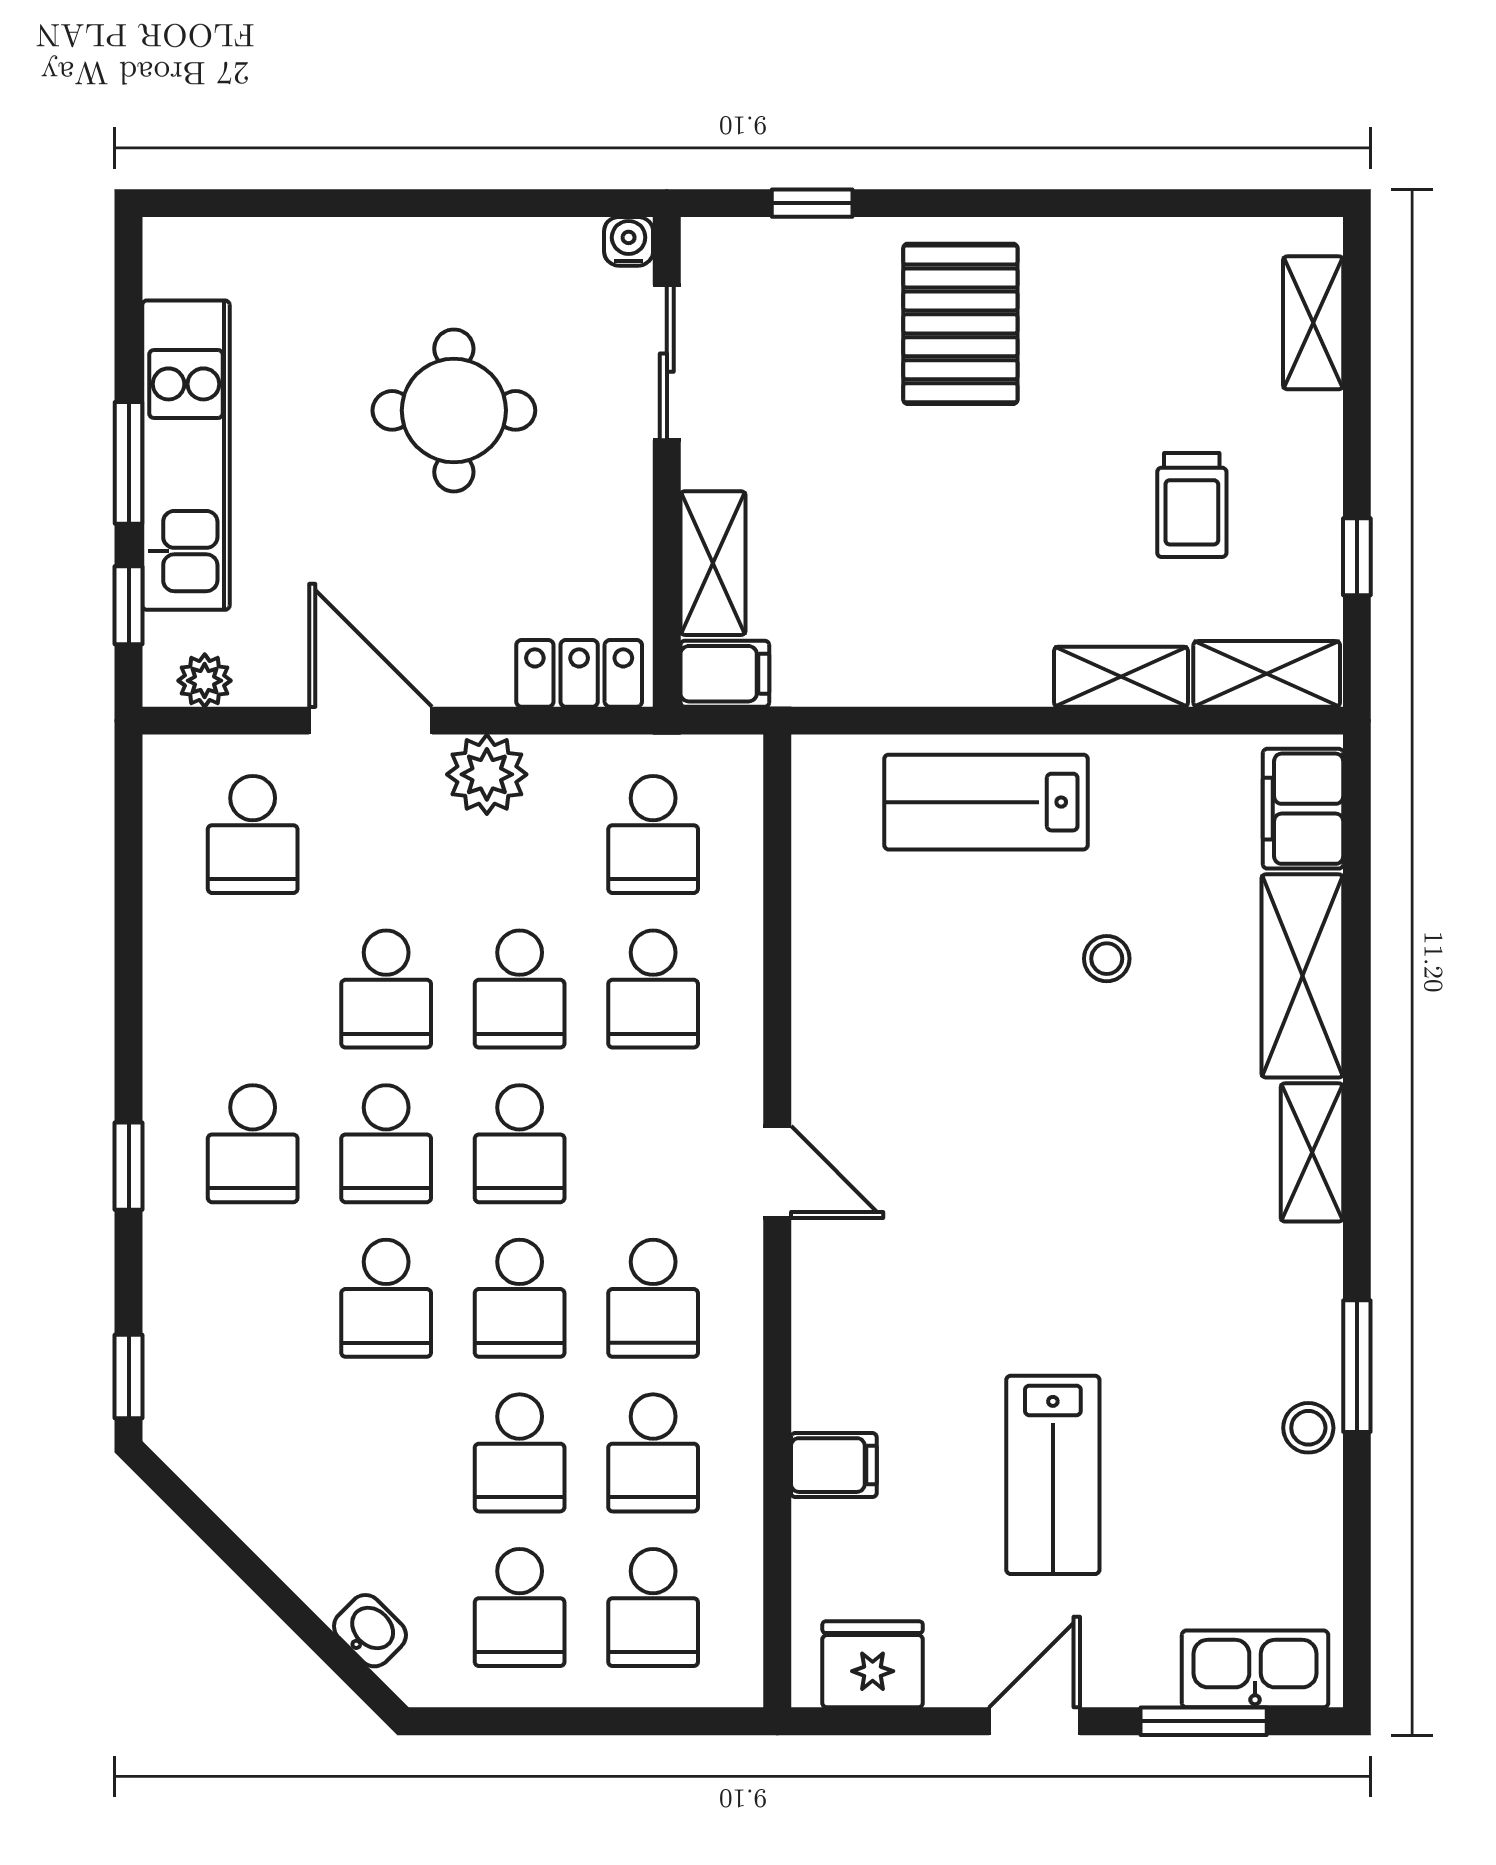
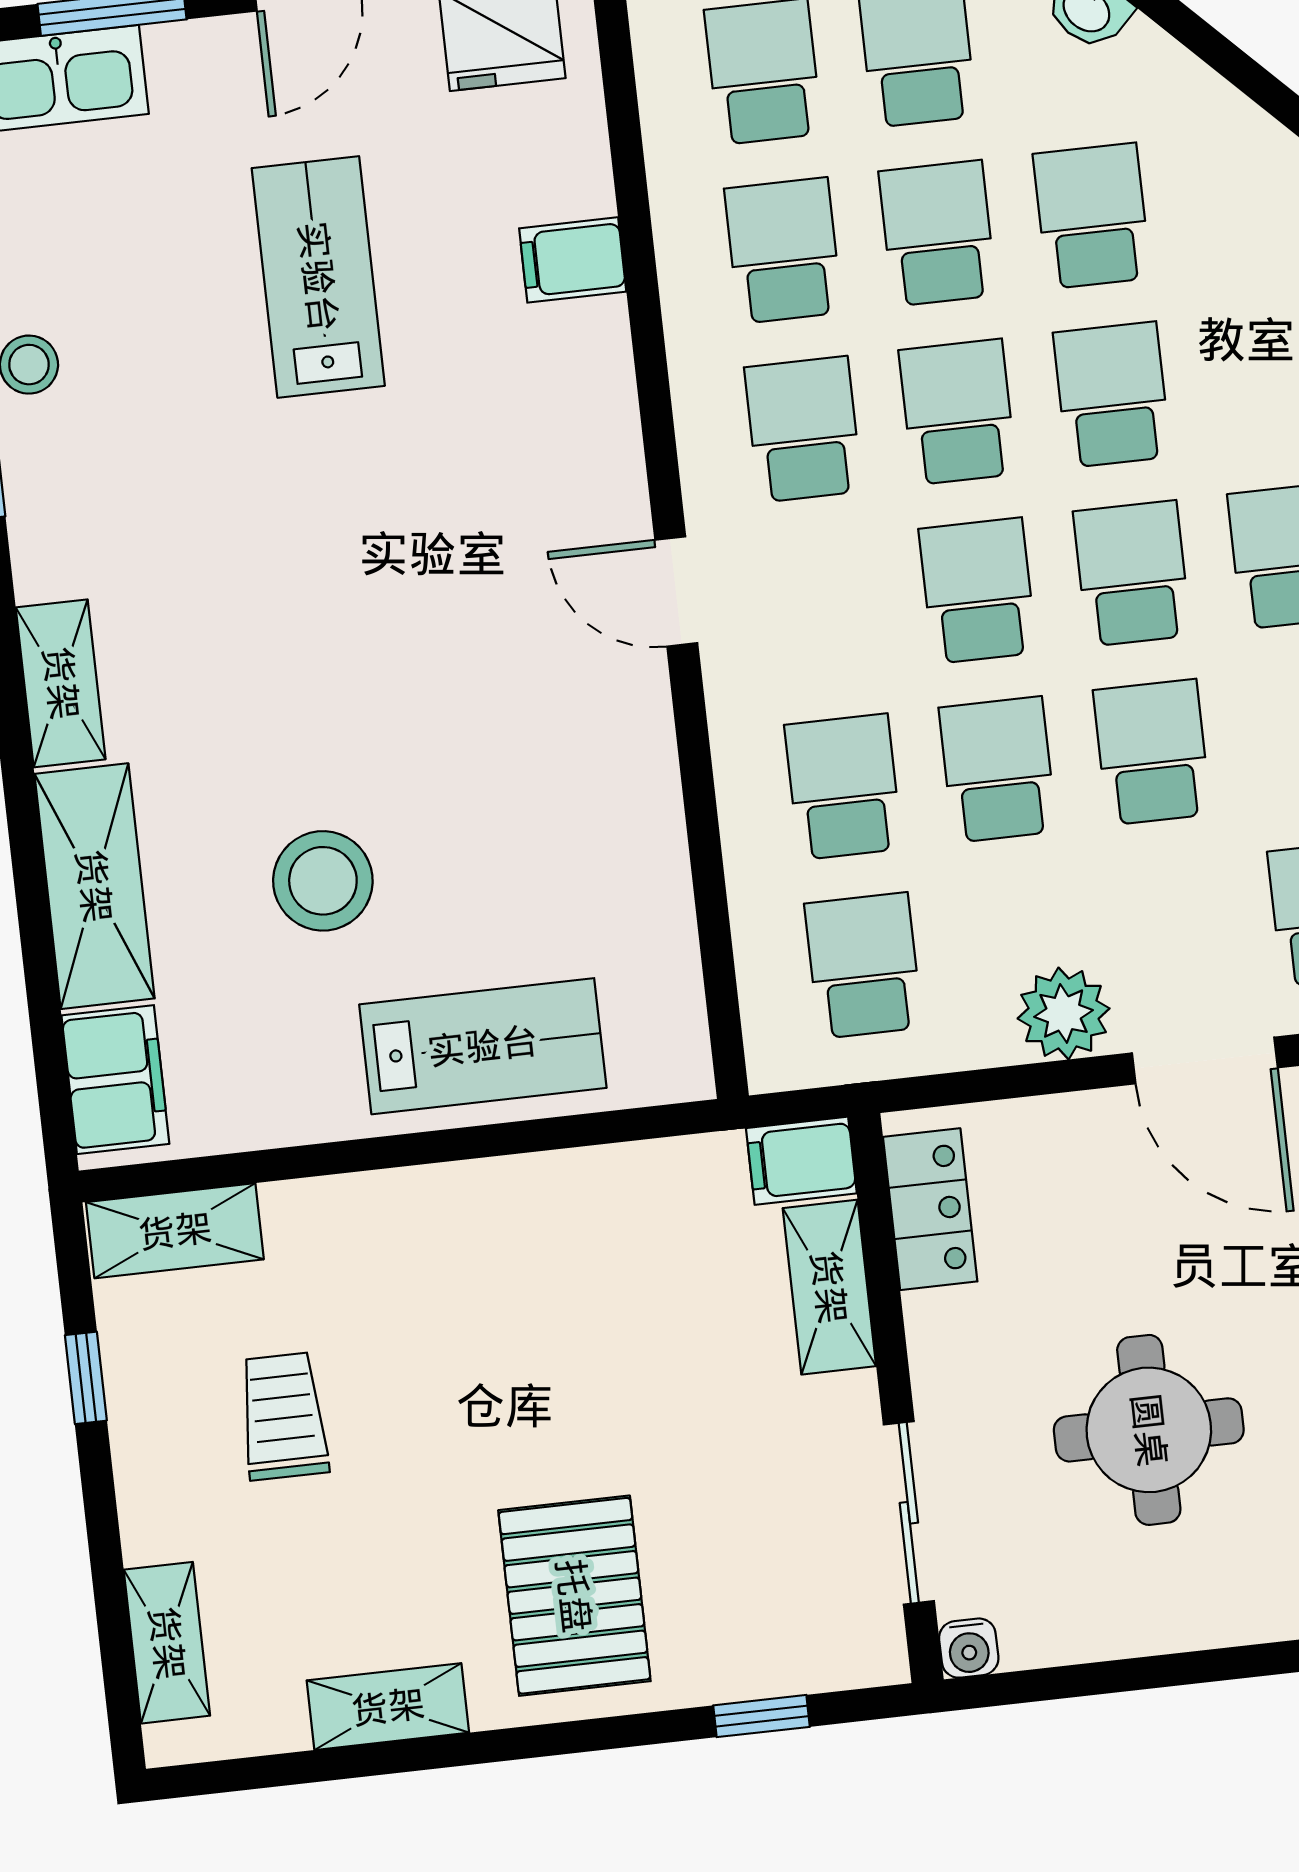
locker: (579, 673) -> (930, 1209), moved, turned -90
shelving: (1121, 677) -> (388, 1707), moved
stool: (1107, 959) -> (323, 881), width x1.89, depth x1.89
school desk: (386, 1453) -> (1092, 216), added

